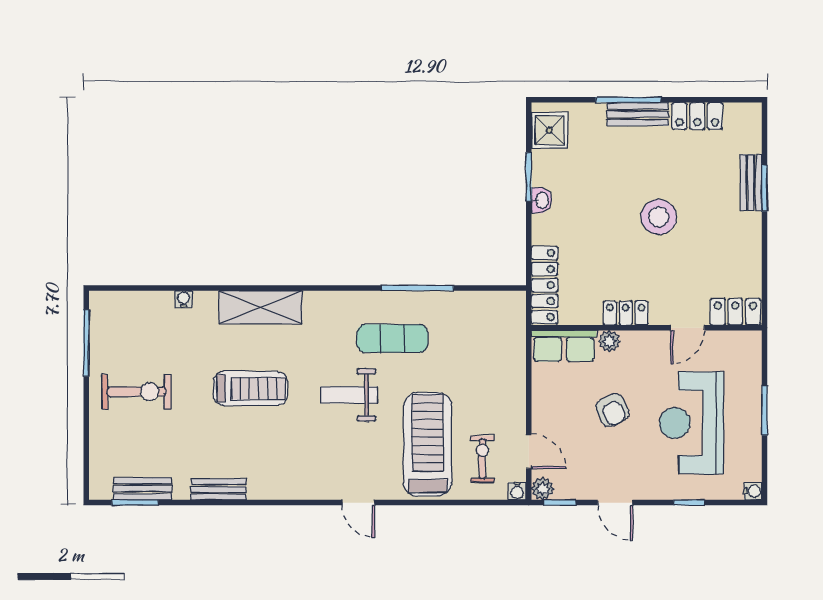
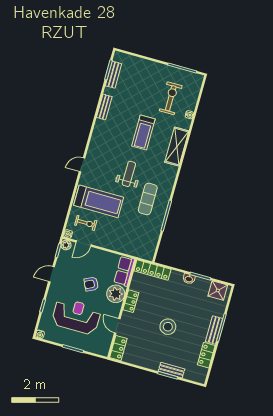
plant: (609, 341) -> (116, 294), width x1.88, depth x1.88
exercise bike: (136, 392) -> (171, 98), moved, turned 180

